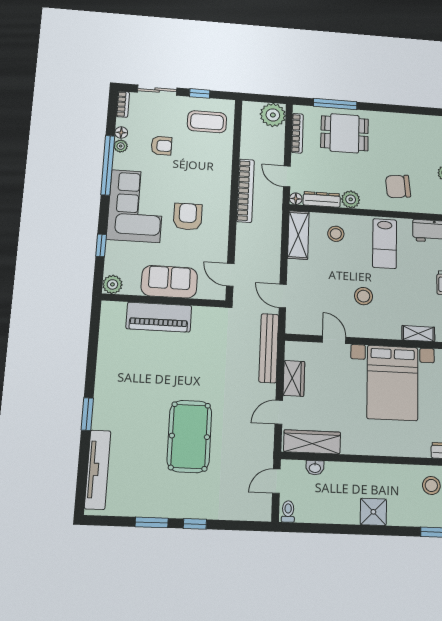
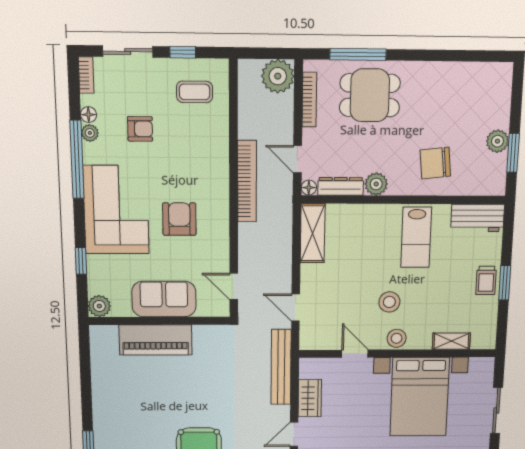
coffee table: (207, 122) -> (195, 92), width x0.73, depth x0.77
stool: (336, 234) -> (397, 338), moved

